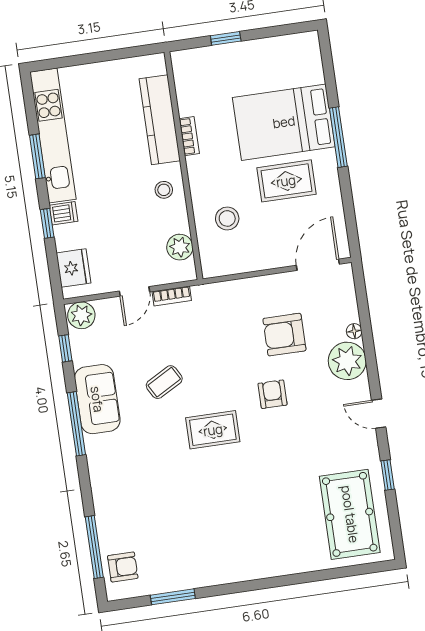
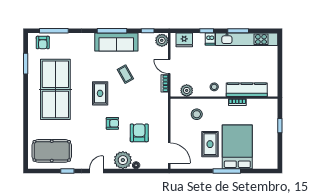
sofa: (97, 399) -> (116, 42), width x1.36
table tennis table: (218, 526) -> (55, 89), added

